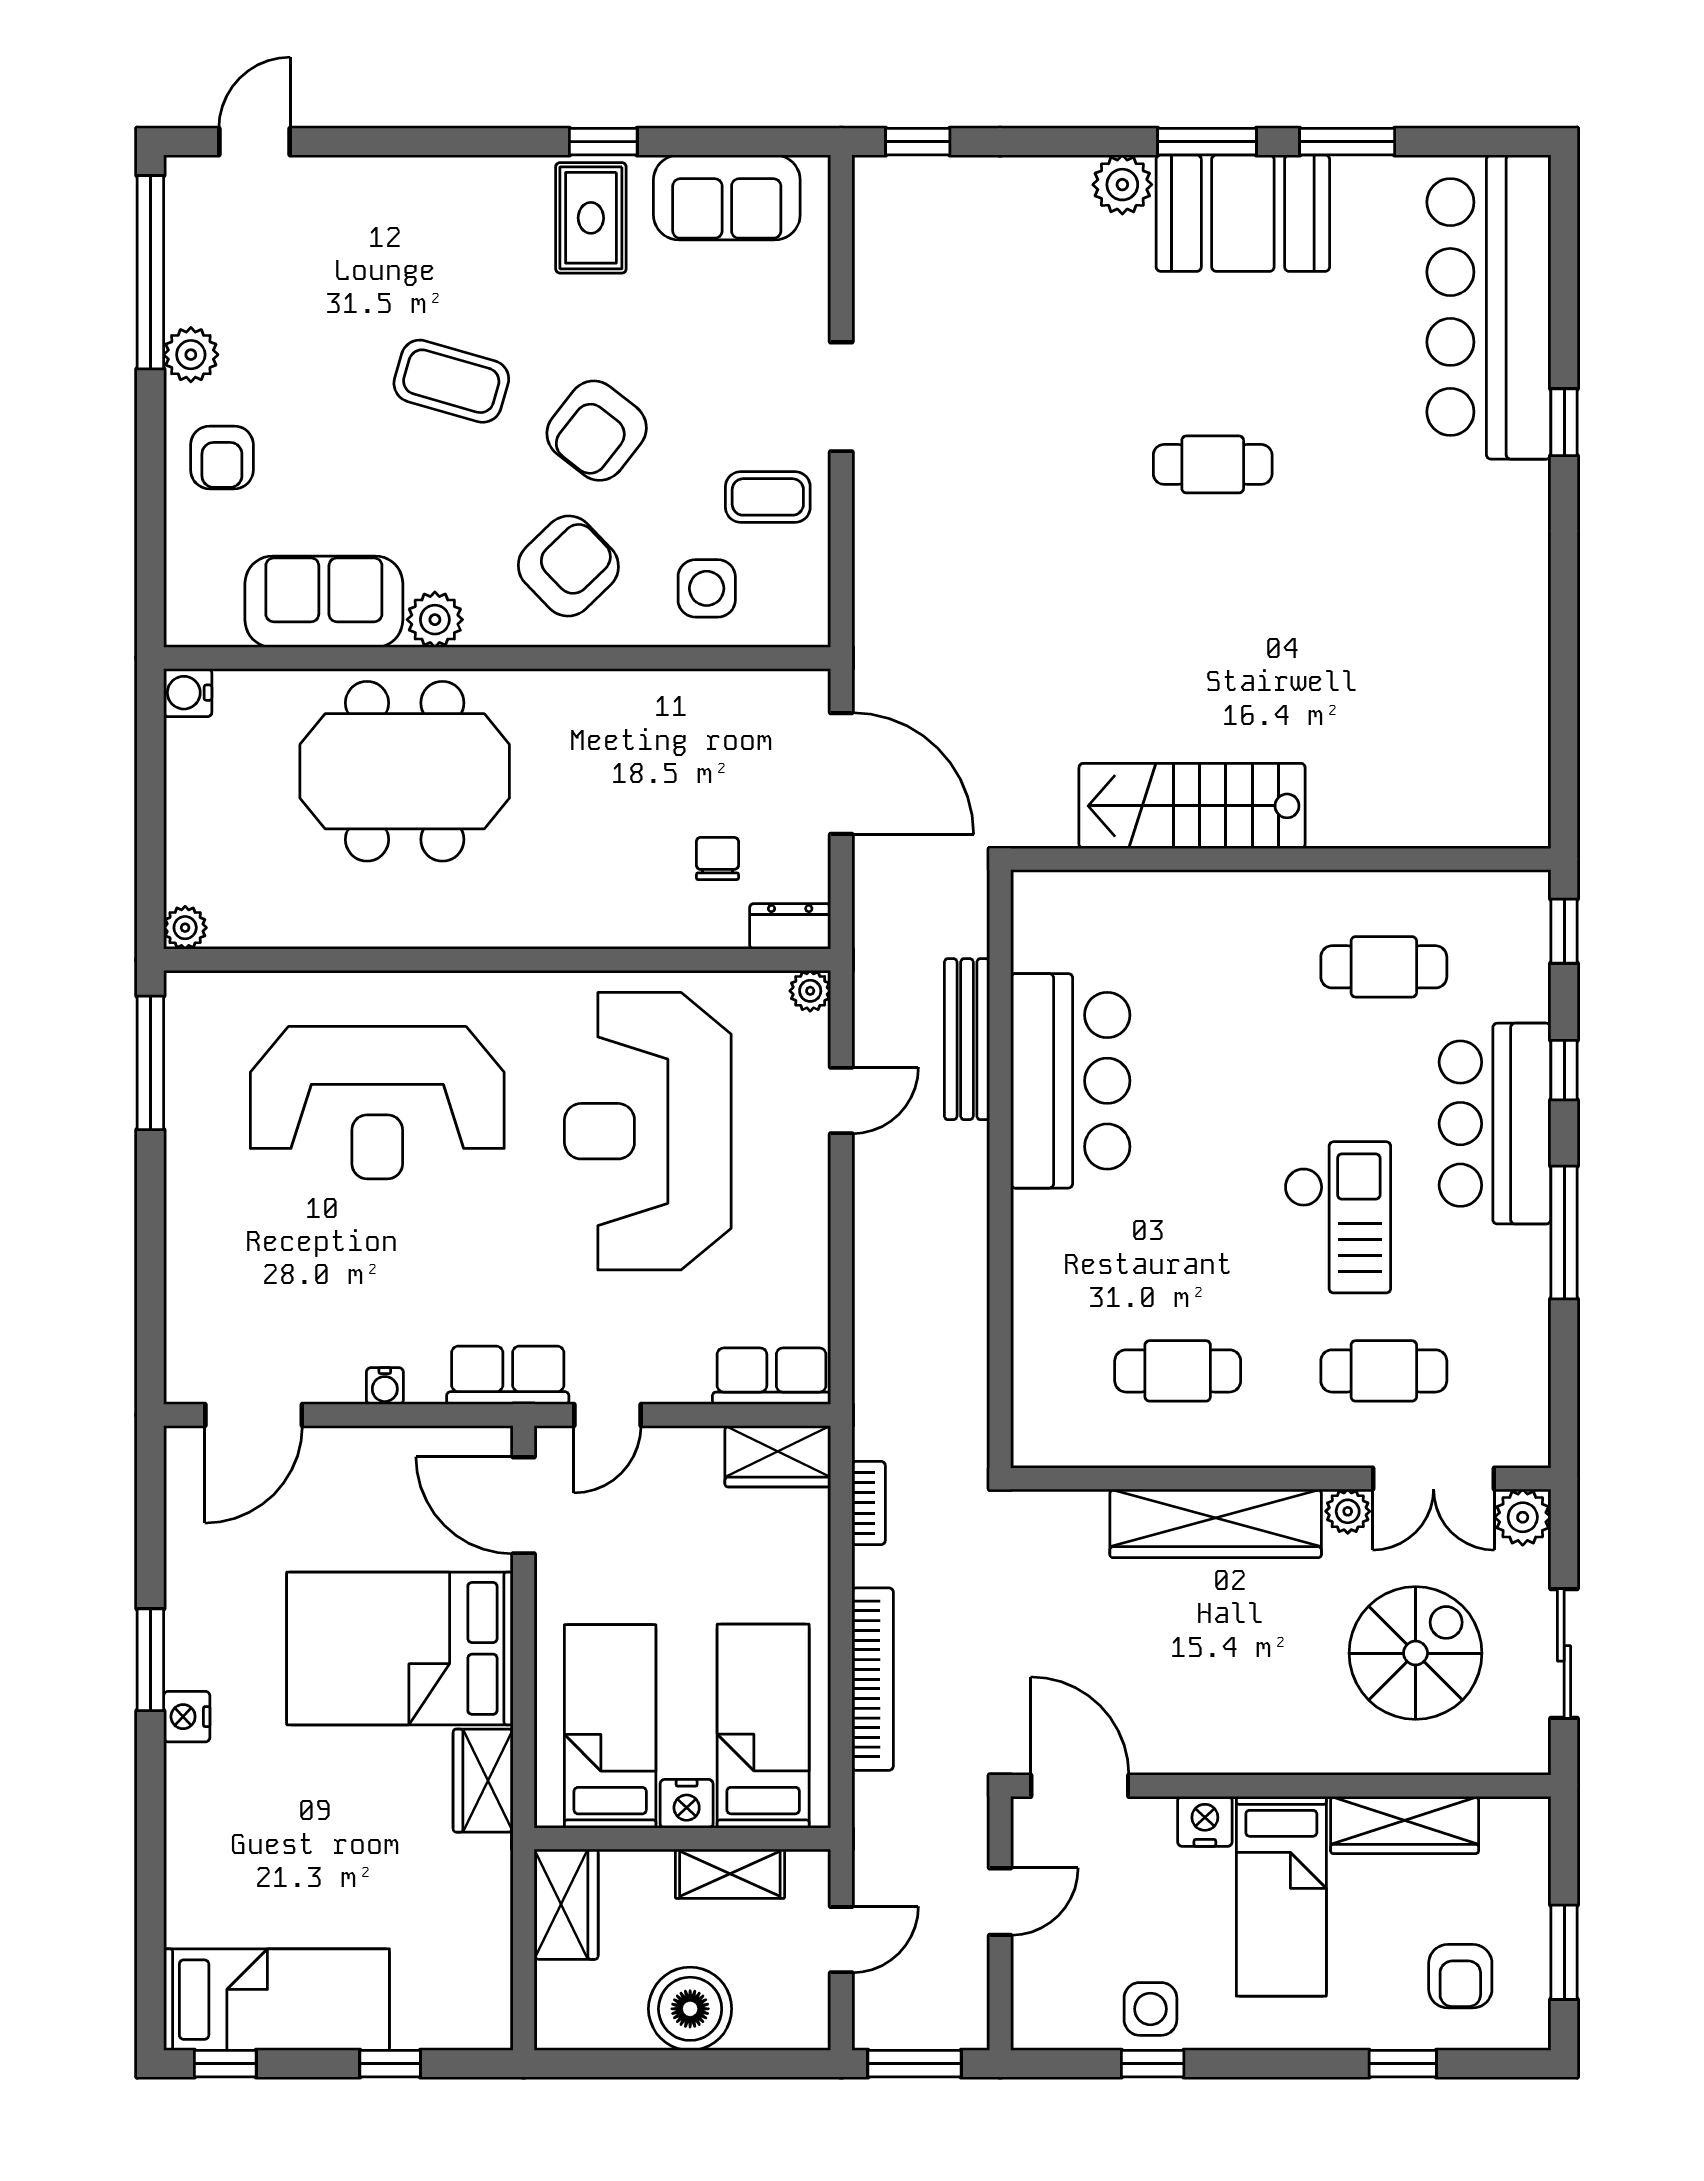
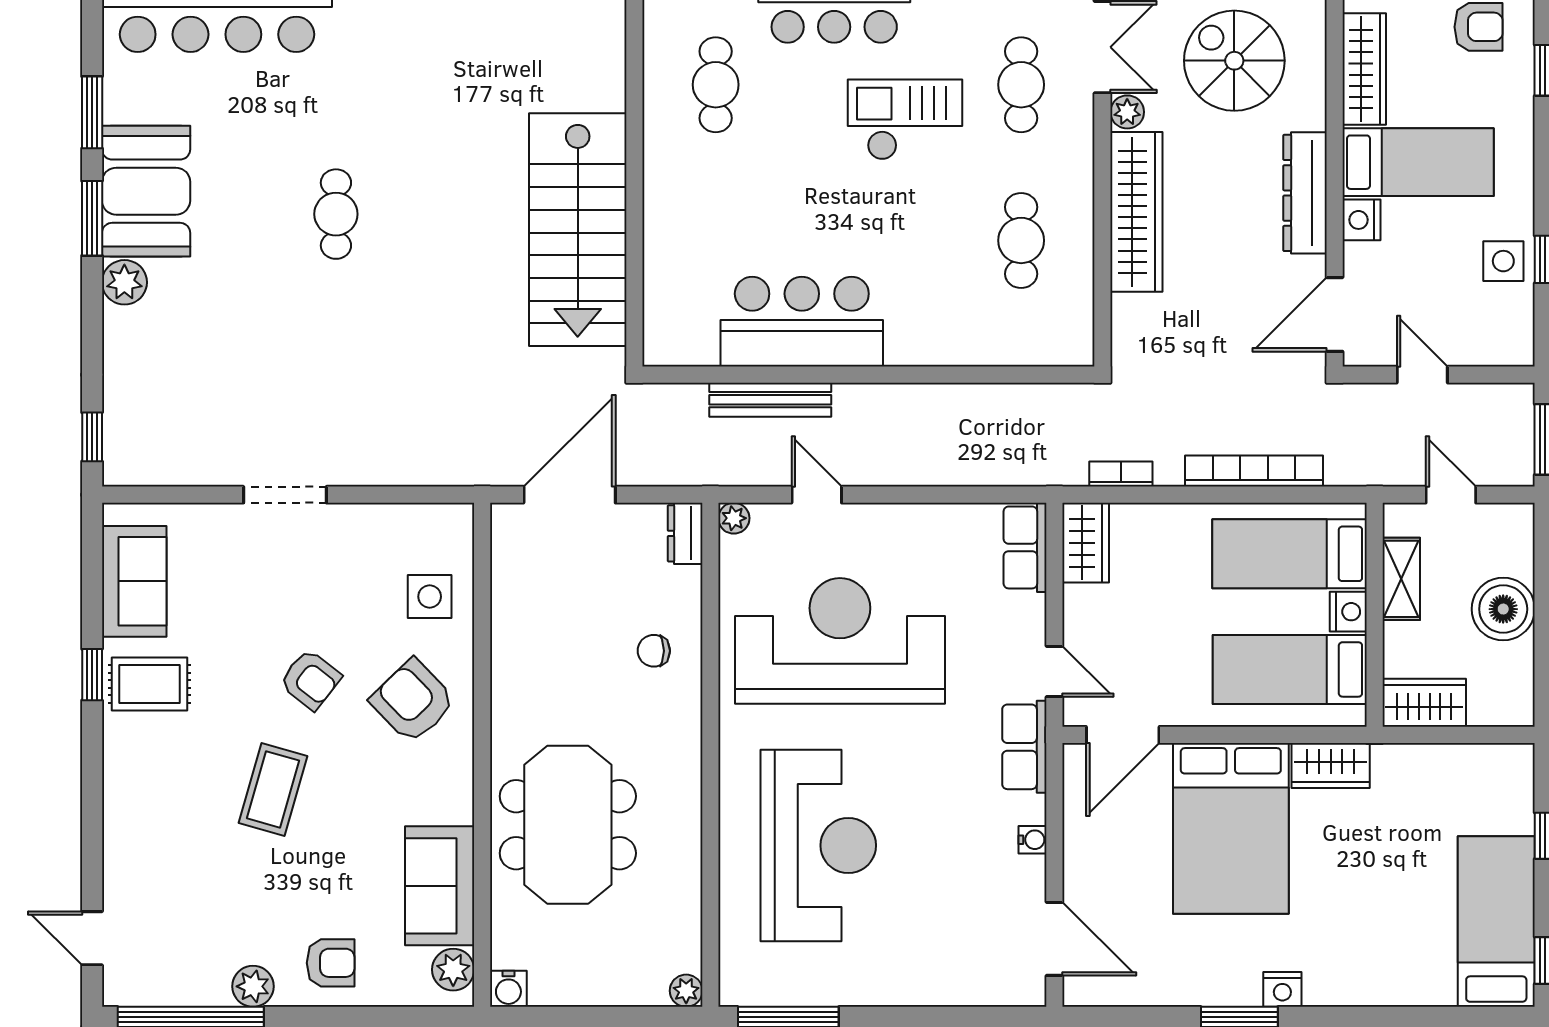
armchair: (597, 431) -> (310, 680), width x0.72, depth x0.72
coffee table: (768, 497) -> (361, 550), removed
plant: (435, 620) -> (453, 970), moved
stairs: (1192, 806) -> (578, 230), width x1.36, depth x1.51
chair: (717, 858) -> (654, 651), moved
reception desk: (648, 1131) -> (840, 641), turned 180
dresser: (1241, 1746) -> (1305, 193), added

